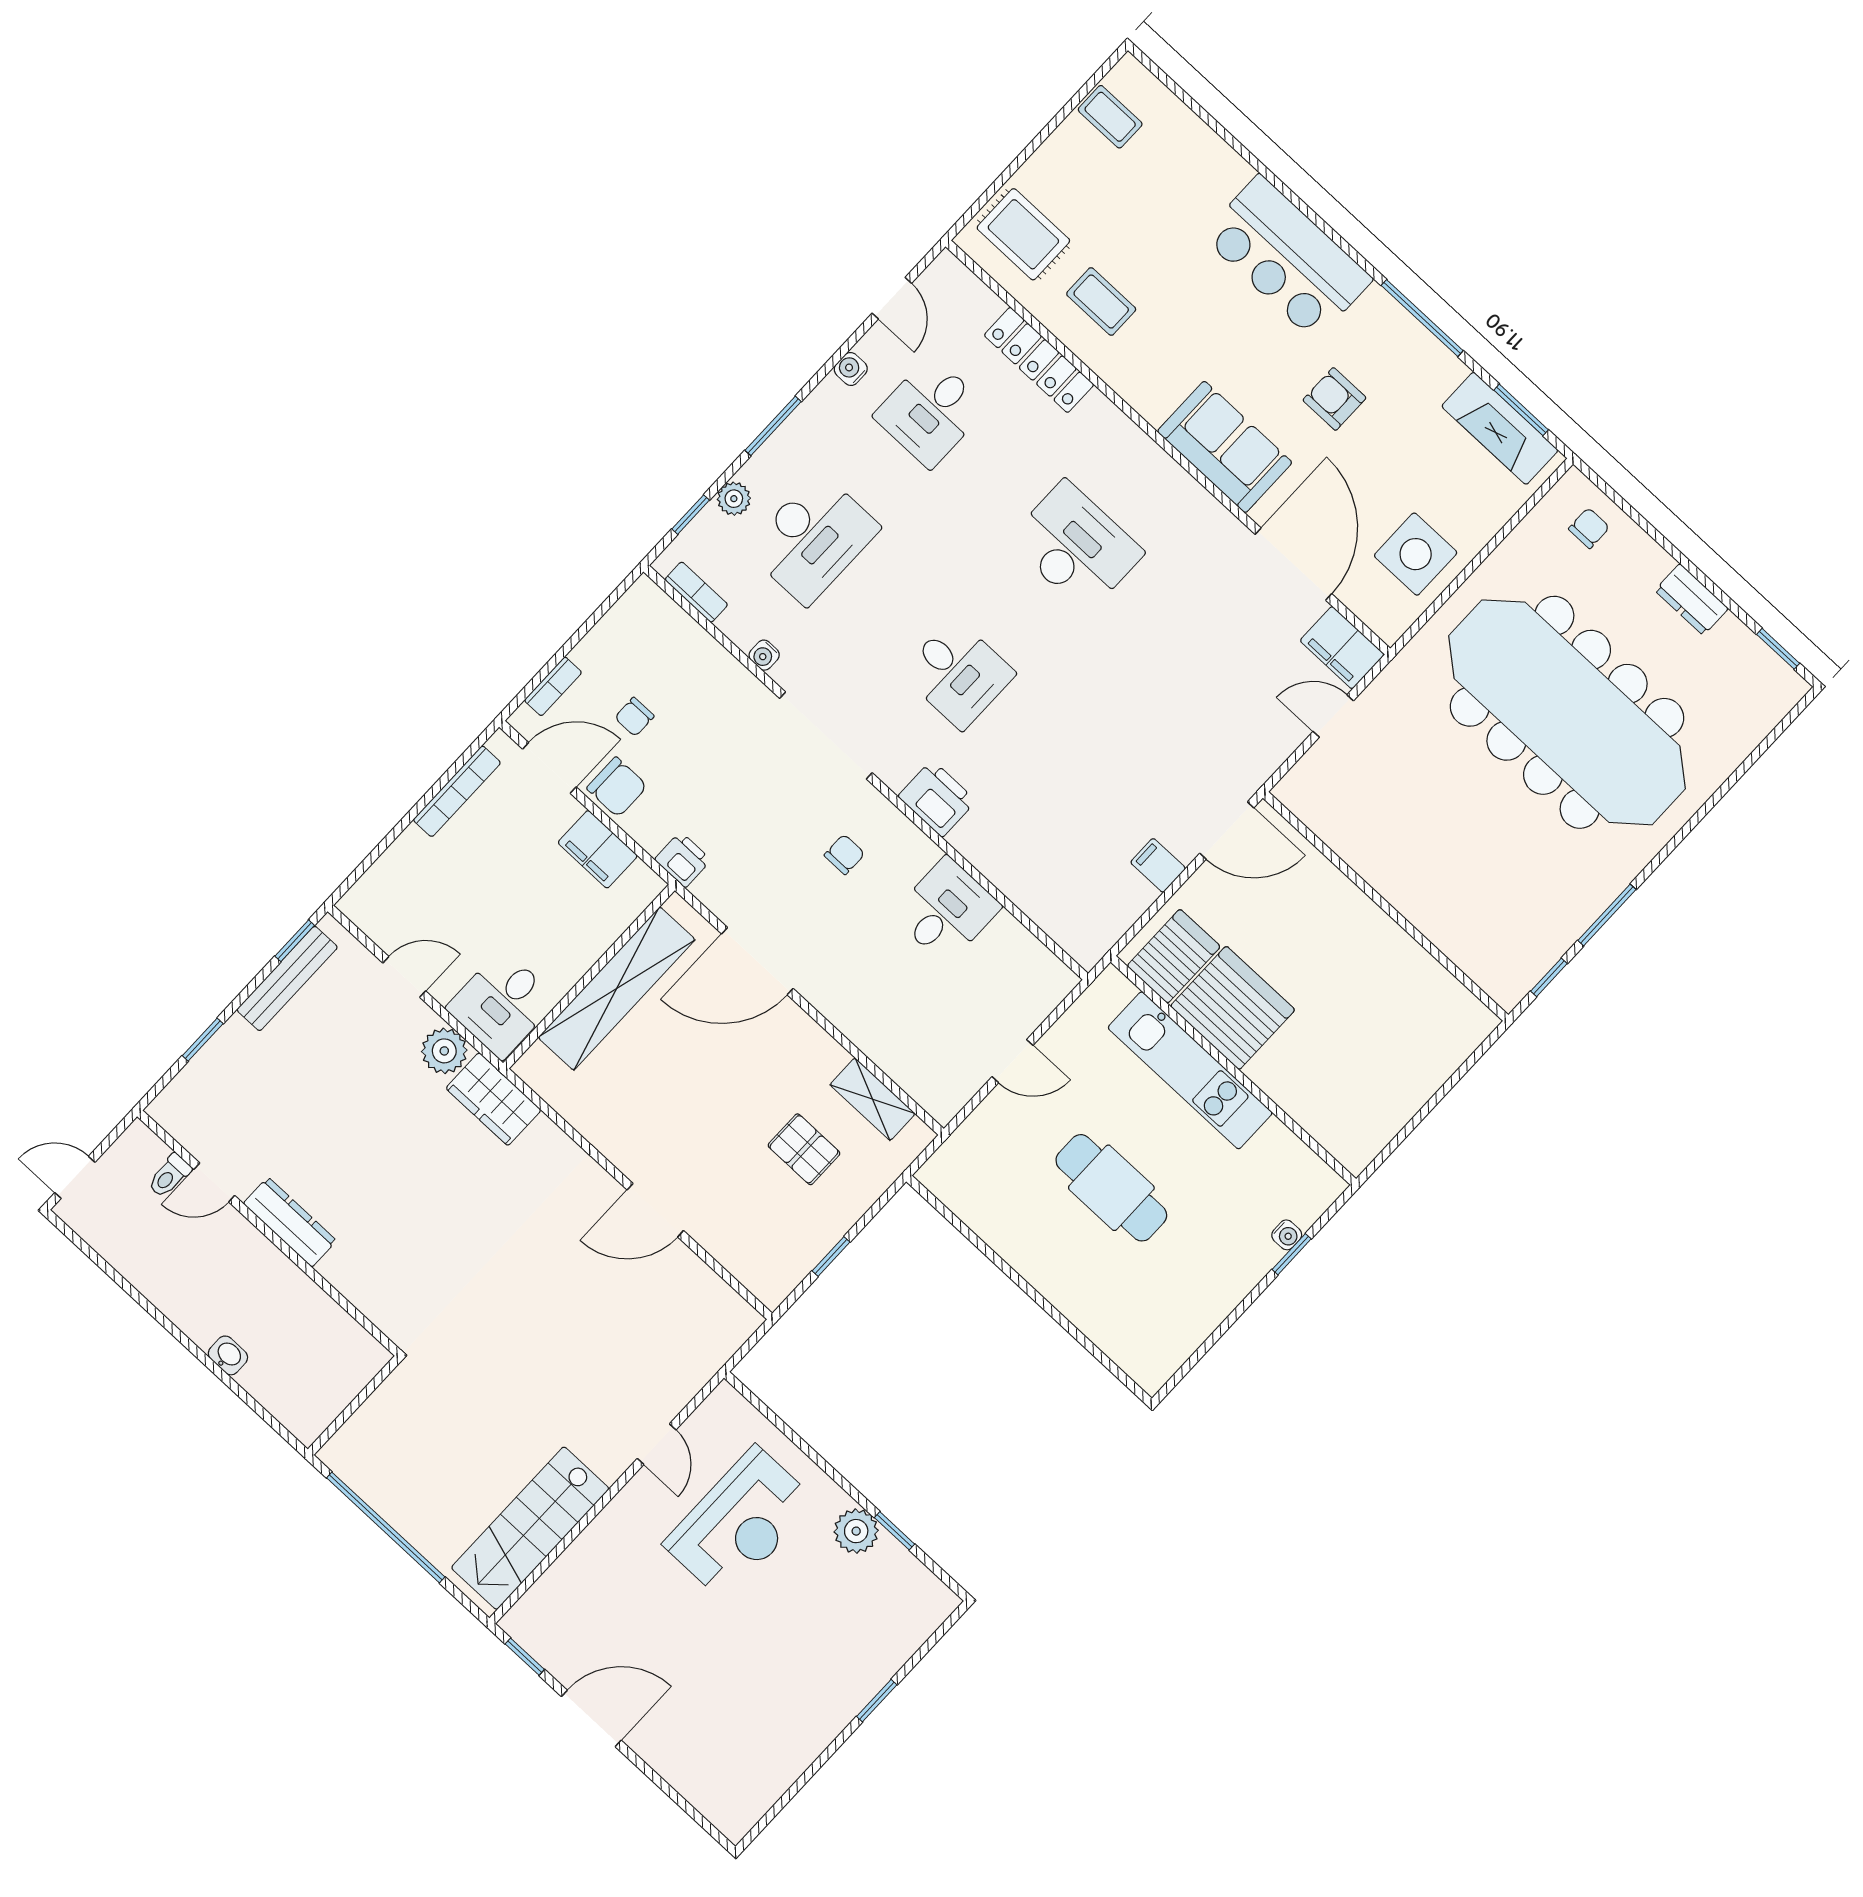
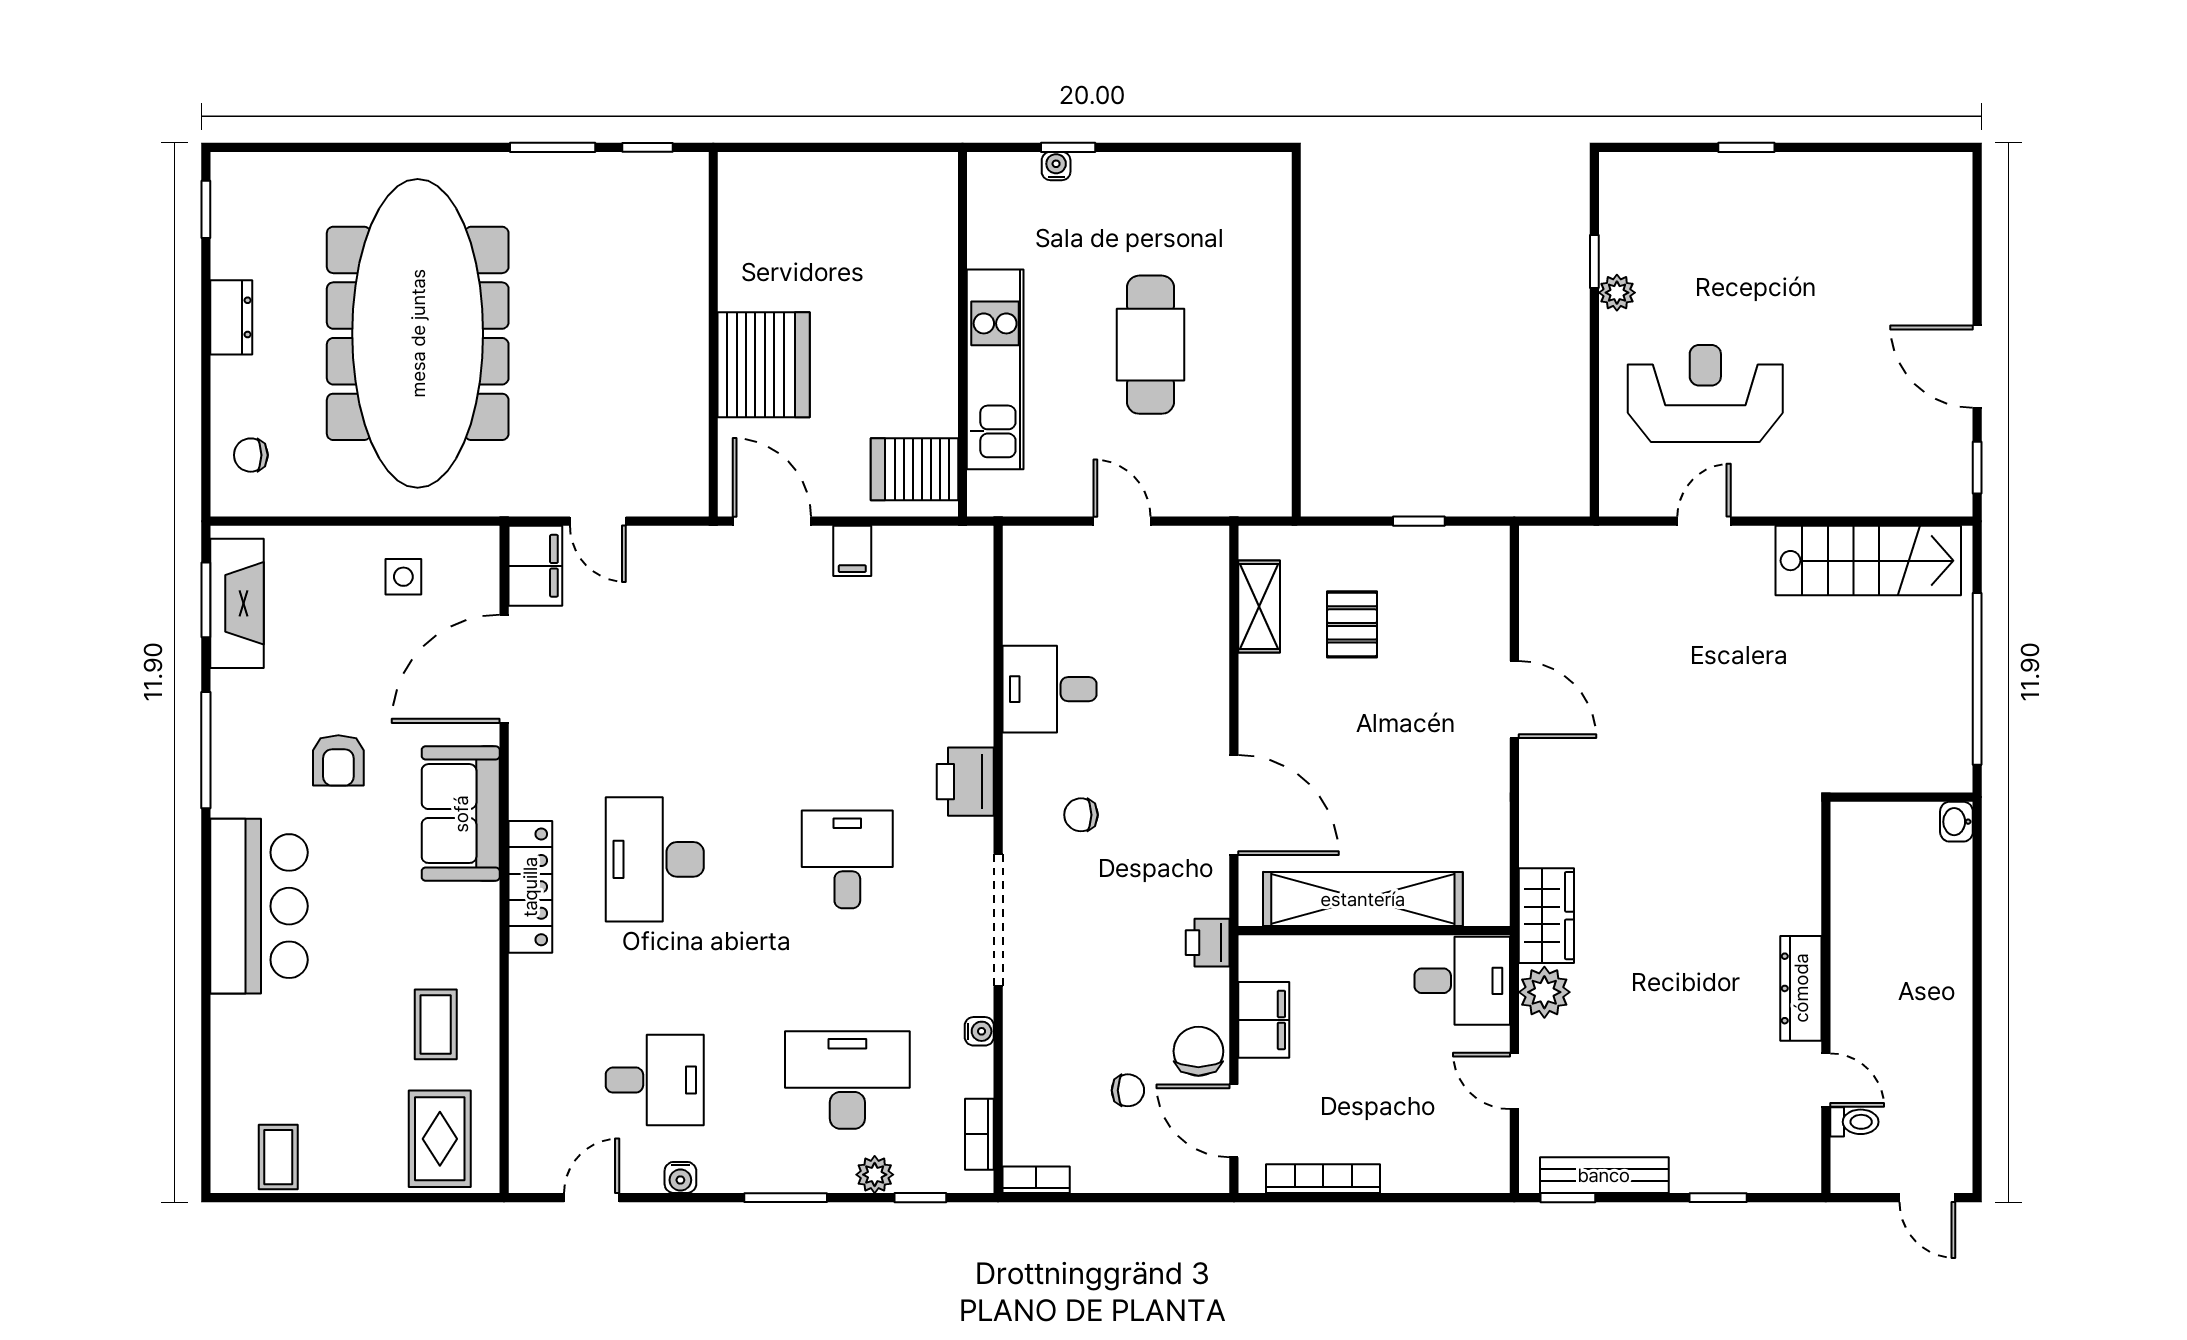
locker: (1039, 360) -> (530, 887), moved
side table: (1416, 554) -> (403, 577), width x0.54, depth x0.54
bookcase: (553, 686) -> (1036, 1180), moved
server rack: (1233, 1008) -> (764, 365), moved, turned 180
washbasin: (228, 1355) -> (1956, 822), moved
plant: (856, 1531) -> (1617, 293), width x0.73, depth x0.73

